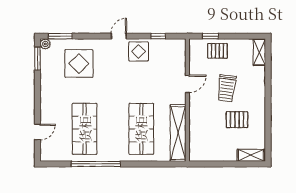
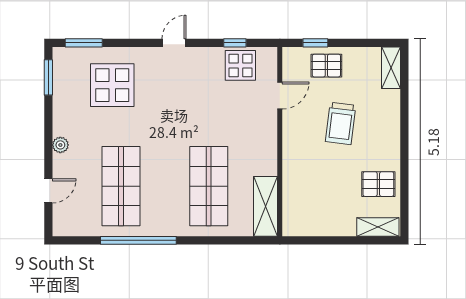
plant: (45, 44) -> (60, 145), moved
display table: (139, 51) -> (240, 65), moved
door: (187, 84) -> (280, 96), moved
pallet: (237, 120) -> (378, 184), moved
shelving: (178, 133) -> (266, 206), width x0.68

